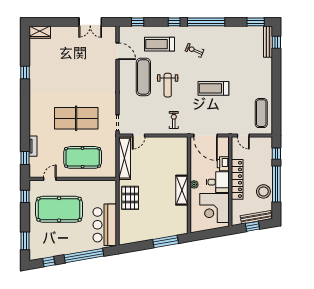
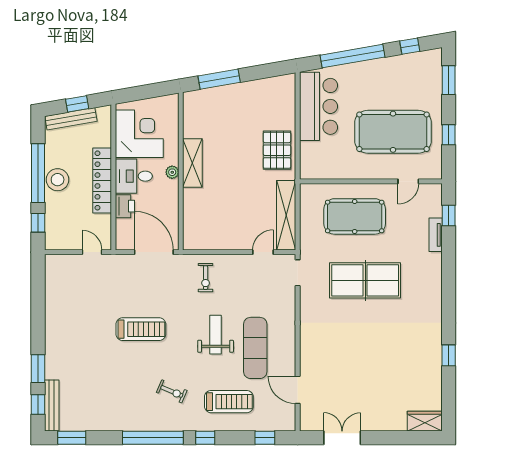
window: (276, 64) -> (38, 369), added
exercise mat: (261, 113) -> (63, 289), removed
stool: (263, 191) -> (58, 180), moved
window: (25, 196) -> (449, 135), moved

